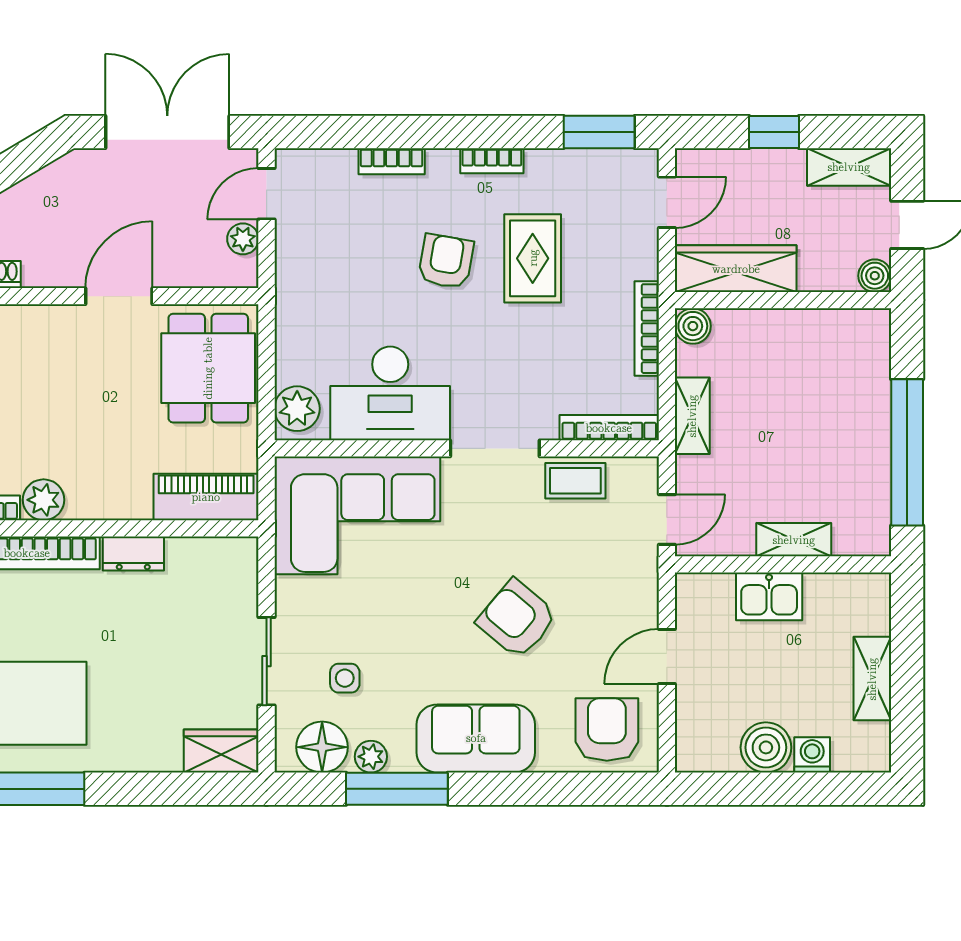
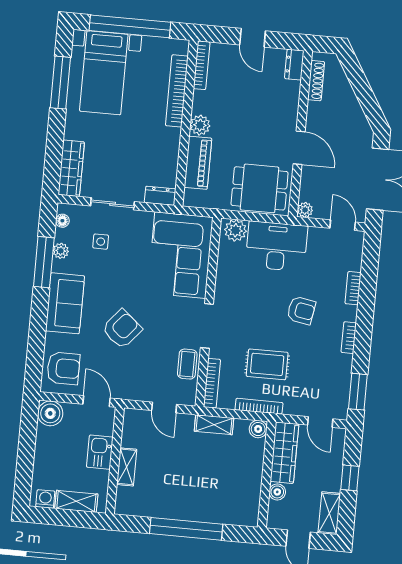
plant: (243, 239) -> (305, 210), moved
rug: (533, 258) -> (267, 364), moved
boiler: (875, 276) -> (277, 492), moved
desk: (390, 393) -> (276, 246), moved, turned 90
piano: (206, 497) -> (198, 163), moved
plant: (44, 500) -> (200, 125), moved
shelving: (794, 540) -> (127, 467), moved
dresser: (133, 554) -> (160, 196), moved, turned 90
wall: (783, 564) -> (115, 461), moved
kitchen sink: (769, 596) -> (100, 452), moved
floor lamp: (322, 747) -> (62, 221), width x0.53, depth x0.53
boiler: (766, 747) -> (50, 413), moved
wardrobe: (221, 751) -> (71, 168), width x1.50
washing machine: (812, 755) -> (45, 499), moved, turned -90

